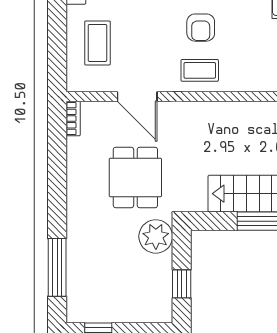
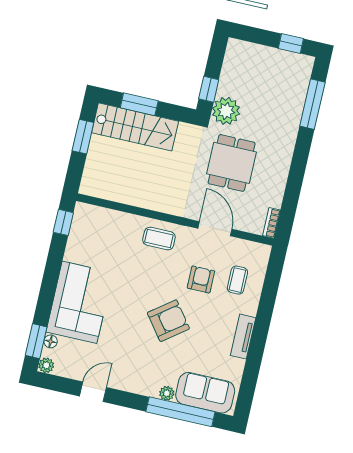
armchair: (201, 28) -> (201, 279), moved
coffee table: (97, 43) -> (237, 280), width x0.73, depth x0.77
window: (182, 284) -> (209, 89), moved

